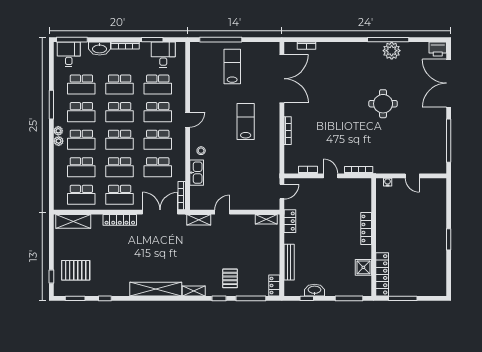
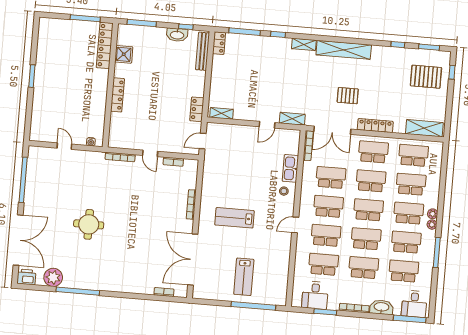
plant: (392, 51) -> (53, 277), moved
lab bench: (246, 121) -> (234, 218), turned 90
bench: (289, 262) -> (203, 51), moved
pallet: (230, 278) -> (348, 96), moved, turned 90

